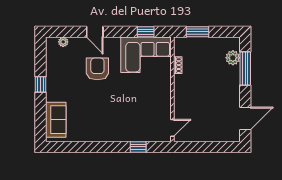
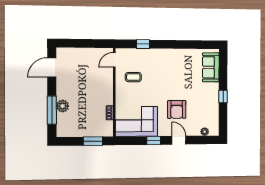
window: (146, 32) -> (154, 140), moved
plant: (233, 58) -> (63, 106), moved
coffee table: (150, 108) -> (133, 77), added

